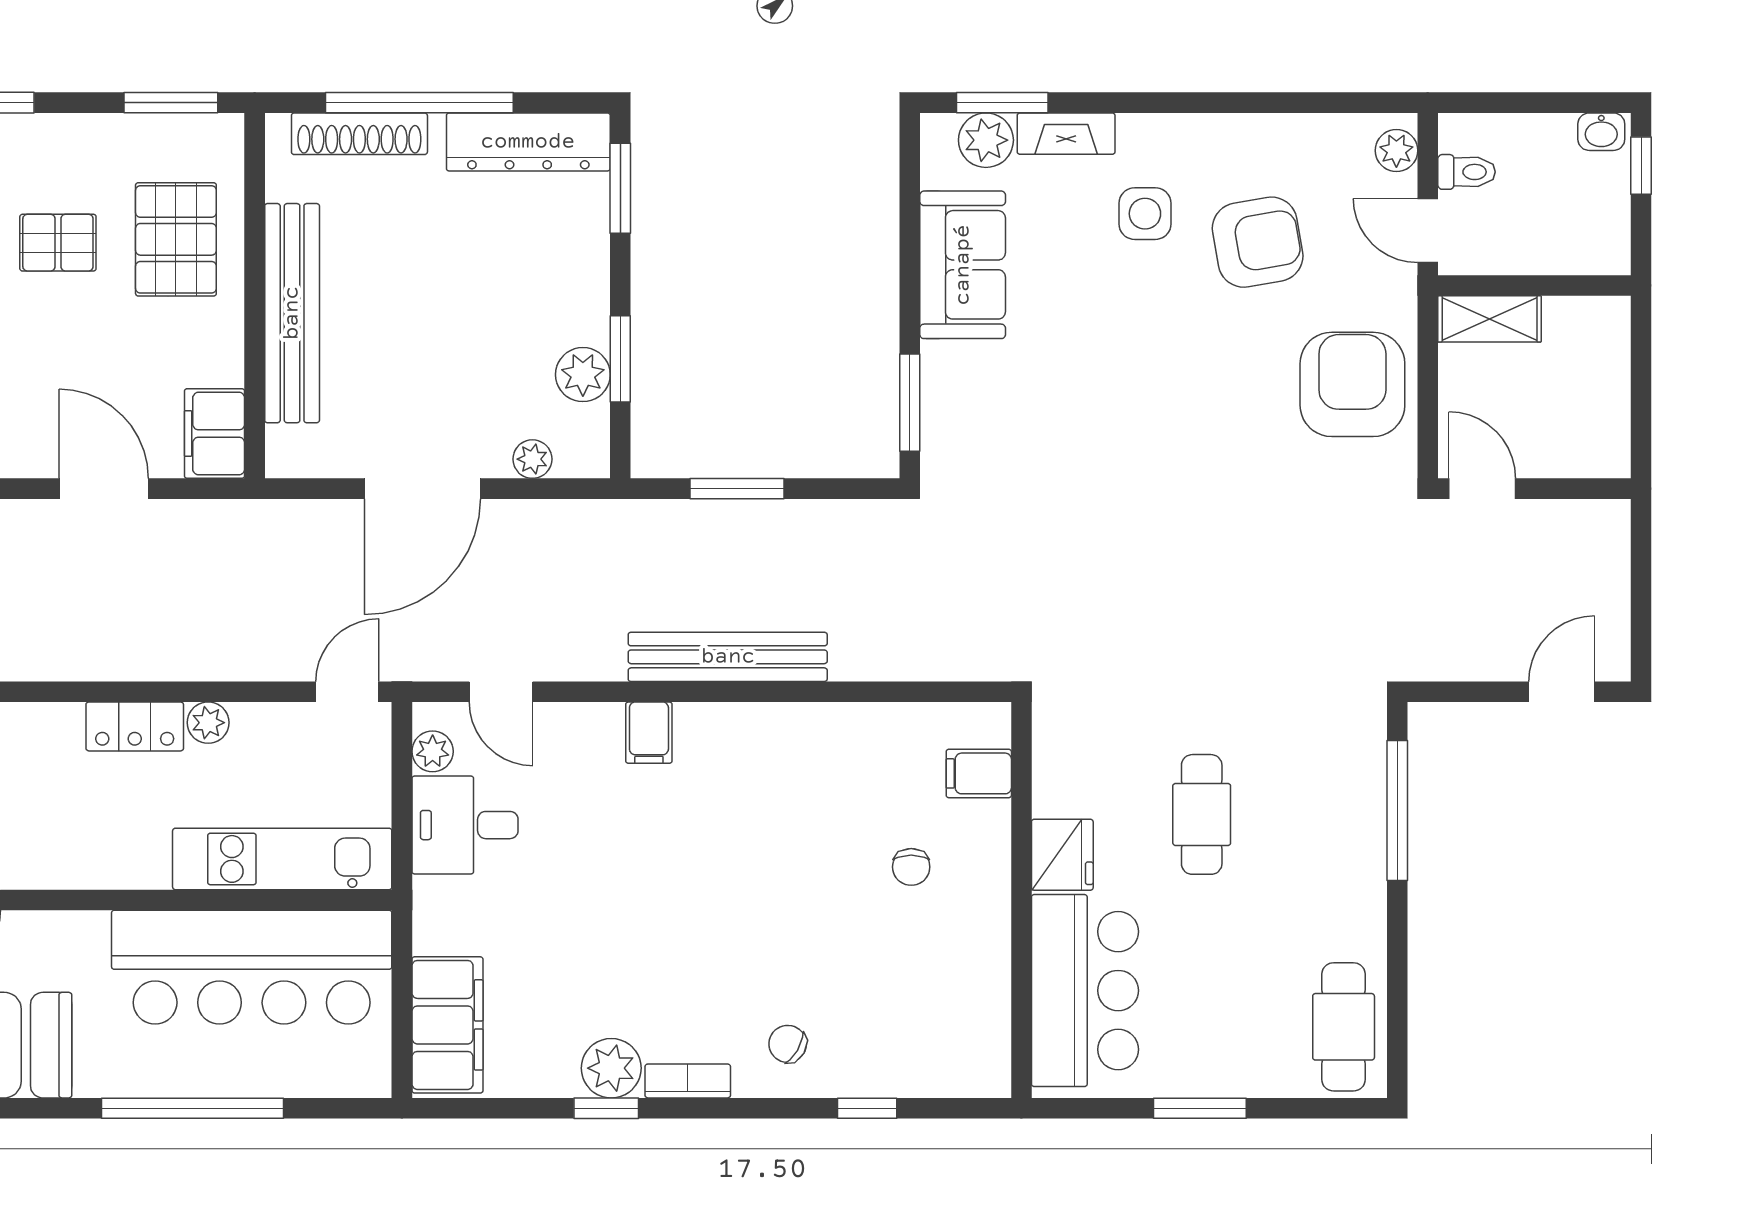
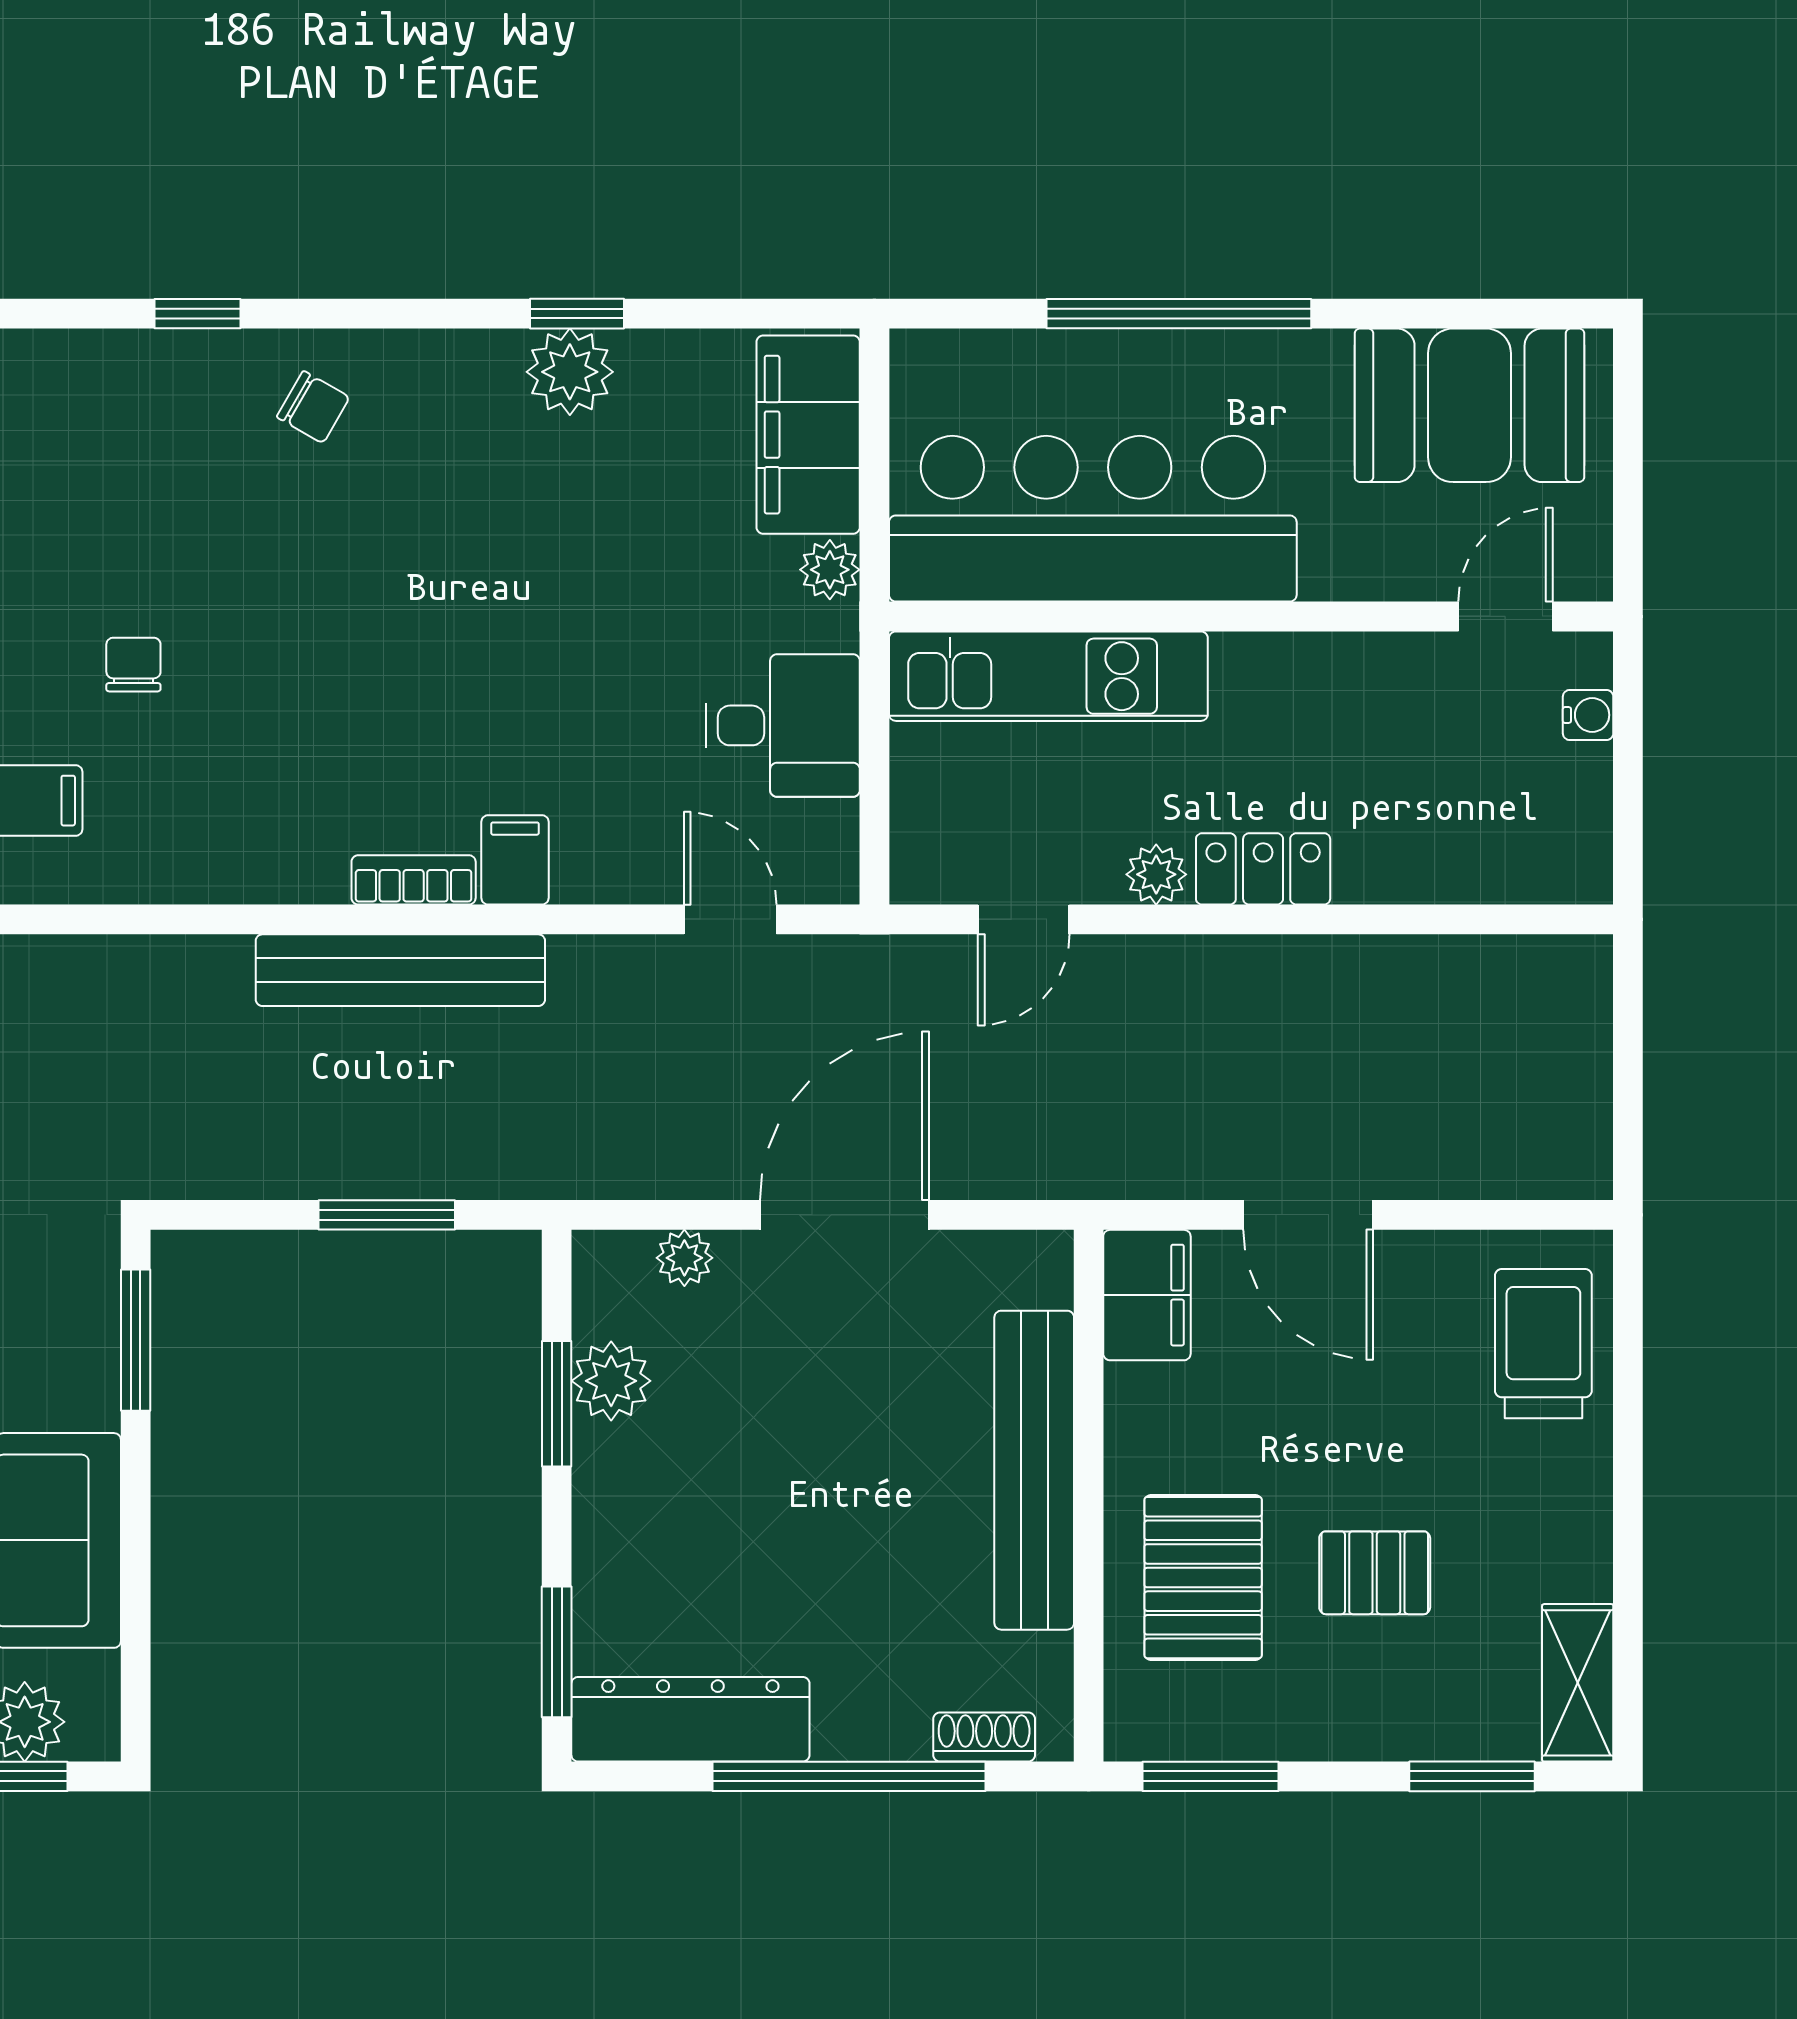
shoe rack: (359, 134) -> (984, 1737), width x0.51, depth x0.81
door: (347, 692) -> (1024, 919), moved
plant: (433, 751) -> (830, 570), moved
bookcase: (688, 1081) -> (414, 880), moved, turned 180

